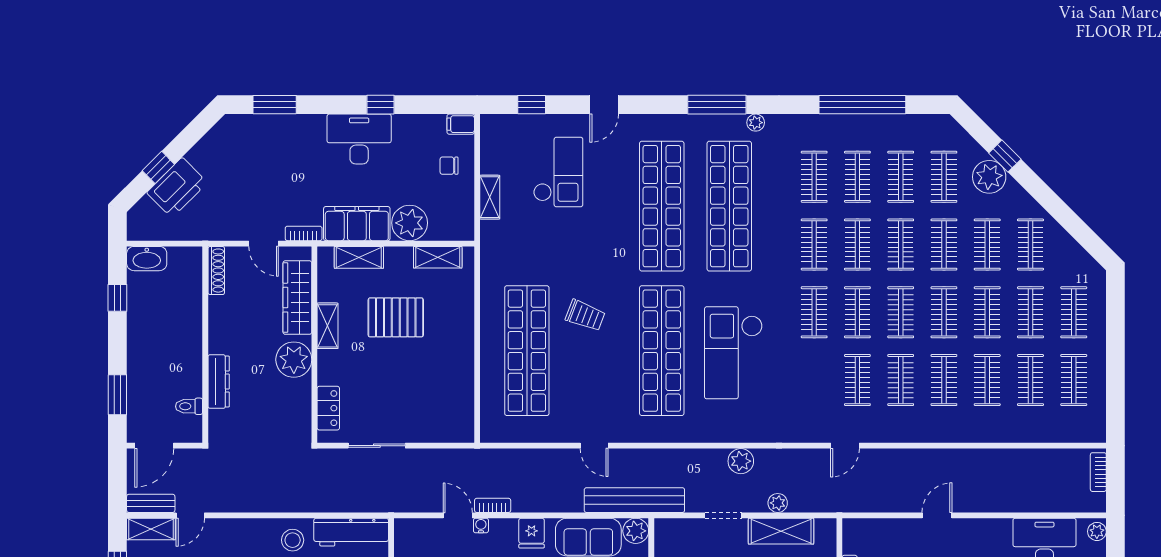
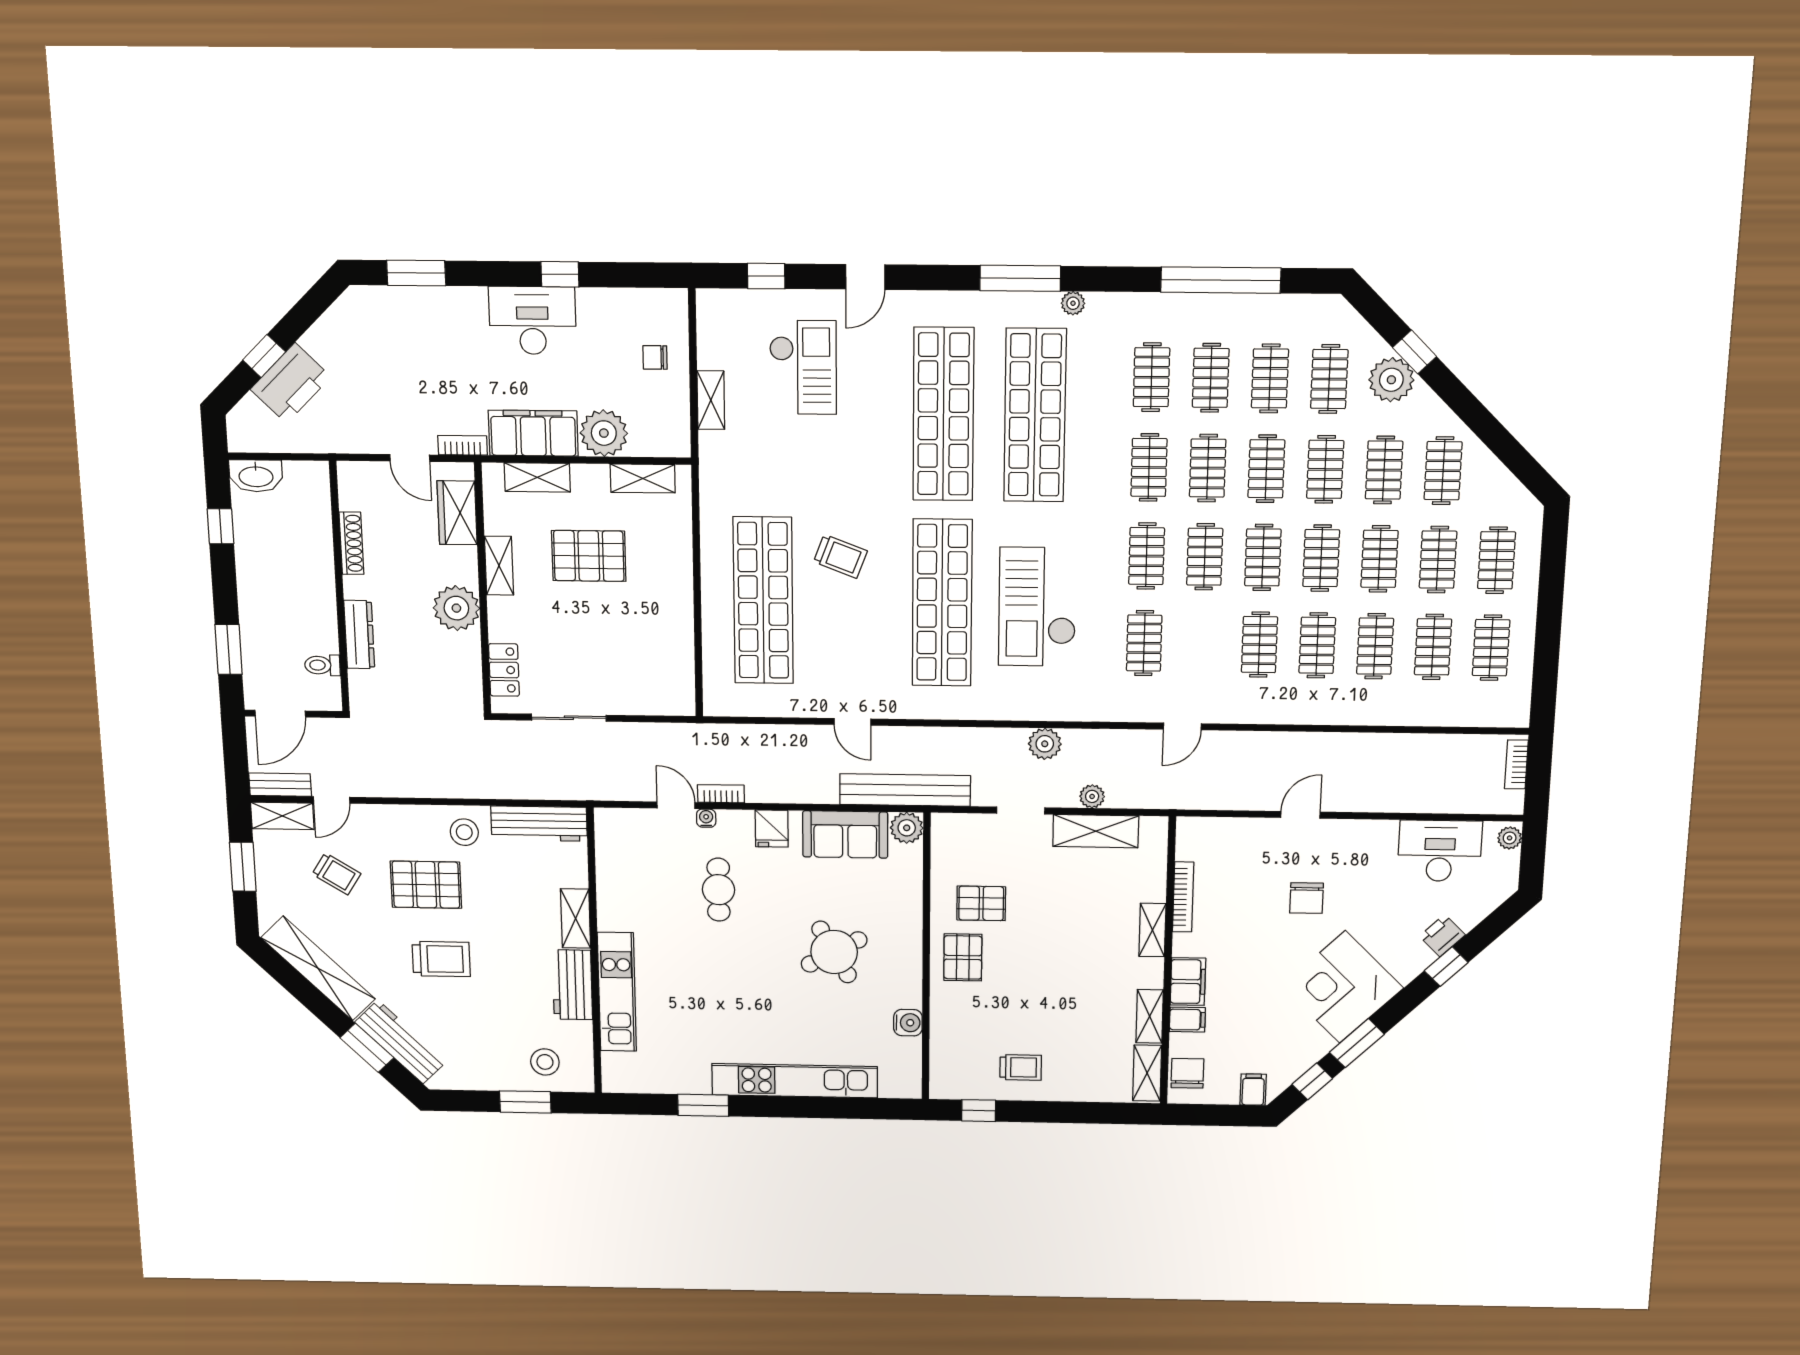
filing cabinet: (461, 124) -> (670, 302), removed
shoe rack: (216, 271) -> (351, 543), moved
wardrobe: (297, 298) -> (457, 513), width x0.67
clothes rail: (857, 380) -> (1144, 643), moved

